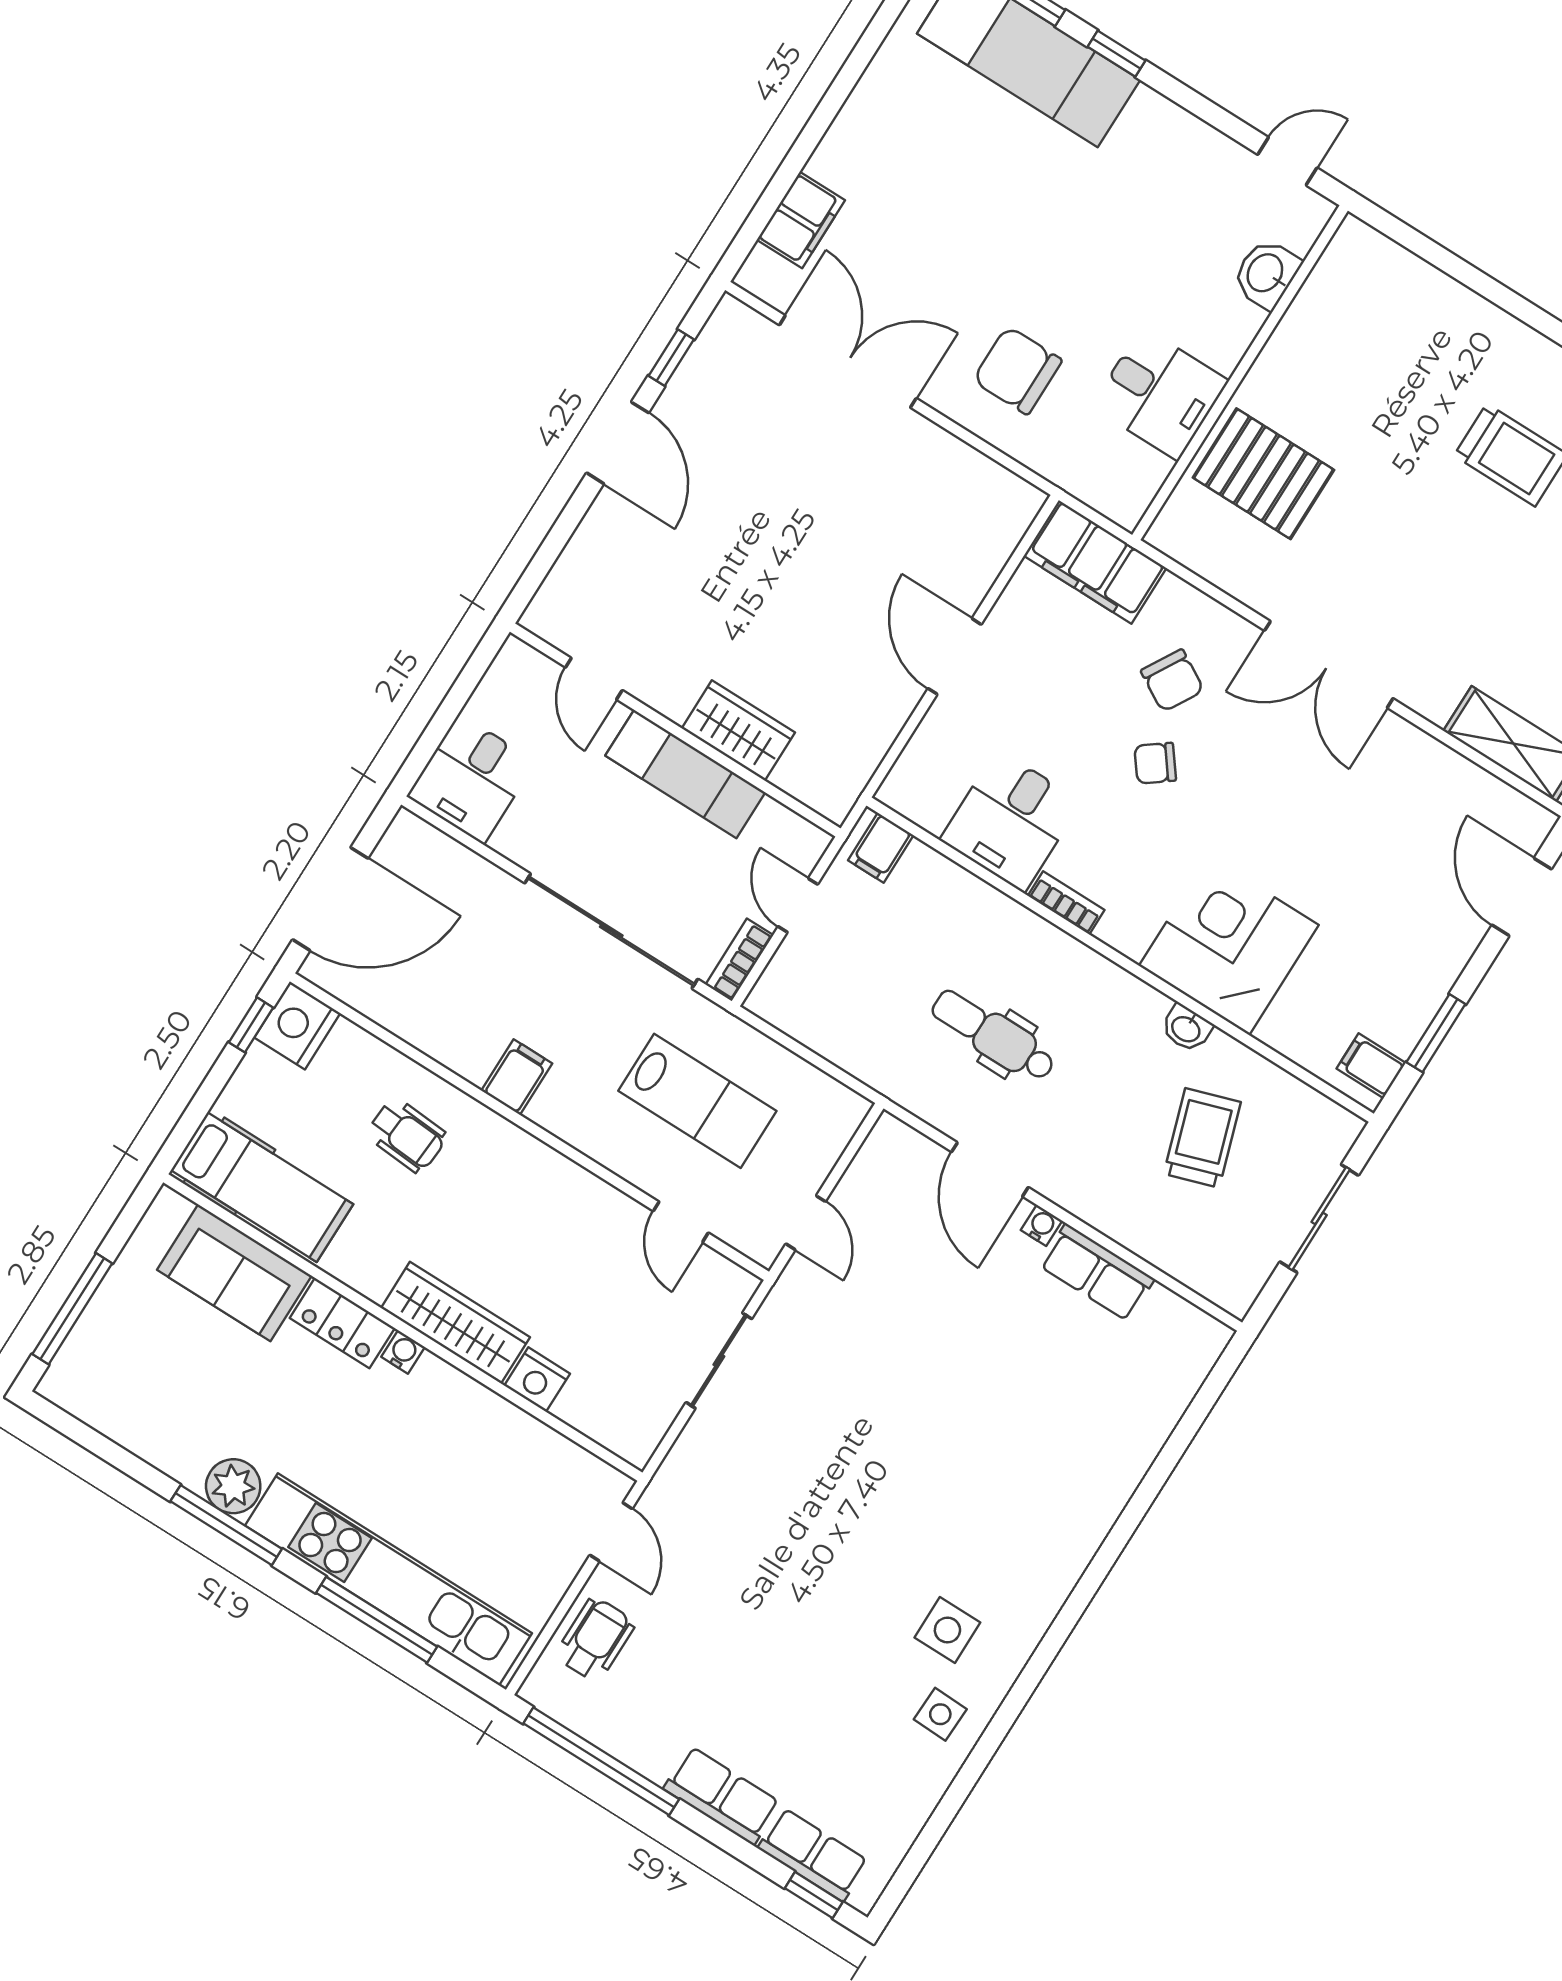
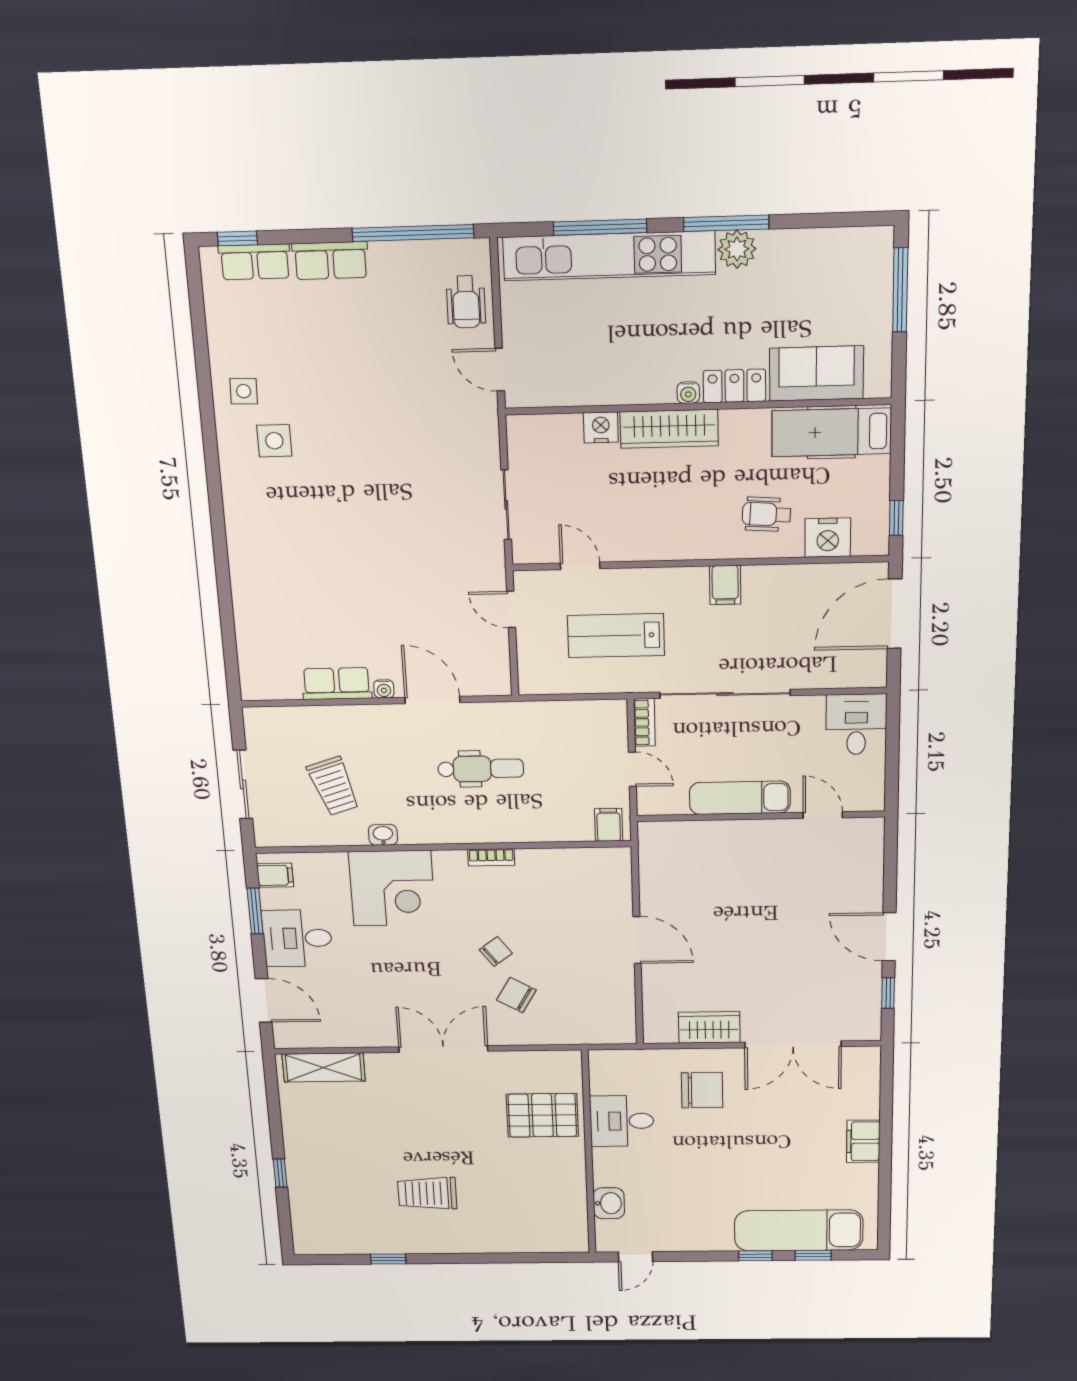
filing cabinet: (801, 220) -> (863, 1141), moved
filing cabinet: (1095, 562) -> (597, 1026), removed
wardrobe: (738, 730) -> (709, 1027), moved, turned 180
desk: (1011, 821) -> (297, 938), moved, turned -90
nightstand: (297, 1025) -> (828, 538), moved, turned 90

